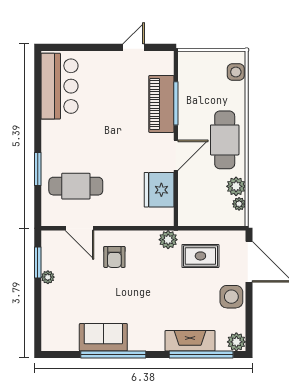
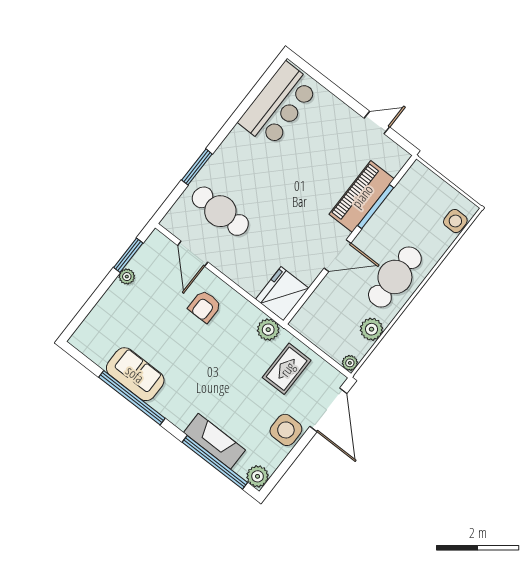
fridge: (159, 190) -> (282, 294), moved
plant: (239, 204) -> (350, 363), moved
rug: (200, 256) -> (287, 369), turned 90

